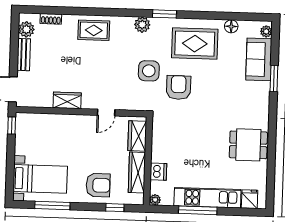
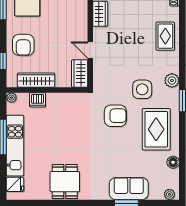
sofa: (259, 59) -> (129, 189), moved
side table: (149, 71) -> (142, 89), moved
wardrobe: (137, 136) -> (80, 73), moved, turned -90

